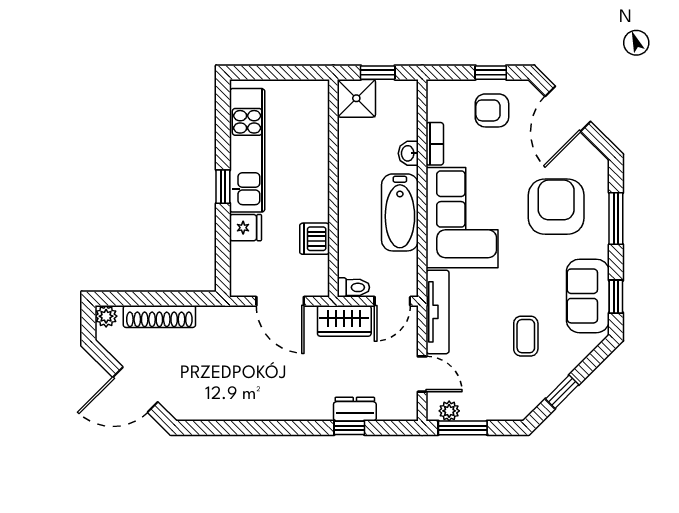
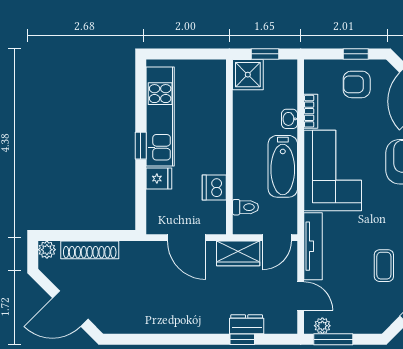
toilet: (353, 287) -> (245, 207), moved

